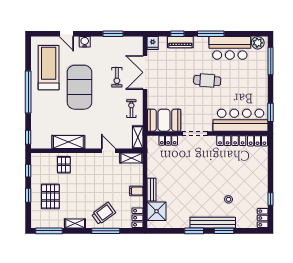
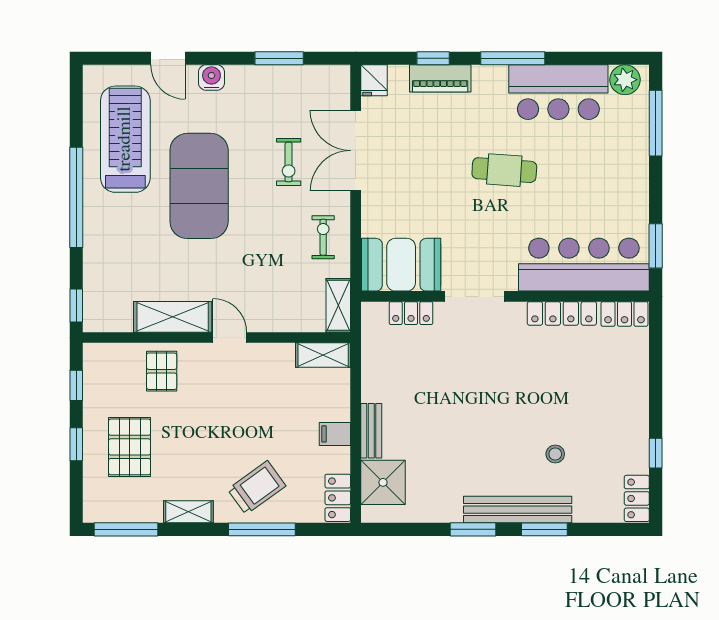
door: (108, 151) -> (230, 338), moved

